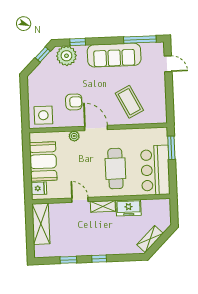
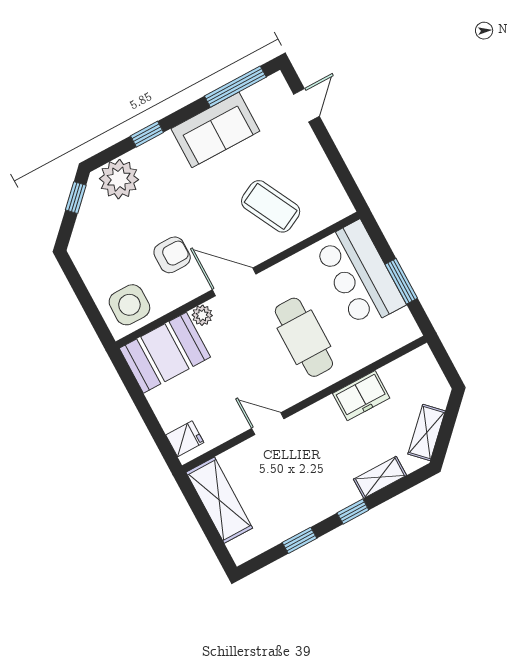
window: (78, 42) -> (147, 134), moved
sofa: (114, 55) -> (215, 130), width x0.73
door: (168, 64) -> (307, 105), hinge flipped
window: (171, 148) -> (401, 281), moved
booth: (43, 161) -> (165, 353), moved, turned 90
bar counter: (155, 170) -> (359, 275), moved
shelving: (103, 206) -> (380, 477), moved

